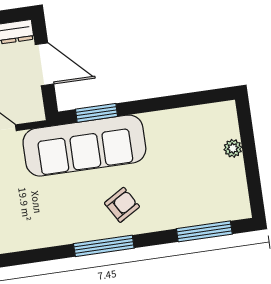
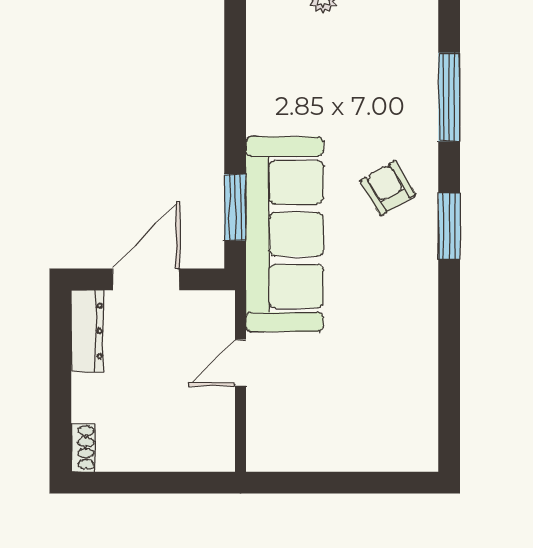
window: (204, 231) -> (449, 97), moved
window: (104, 246) -> (449, 226), width x0.69

